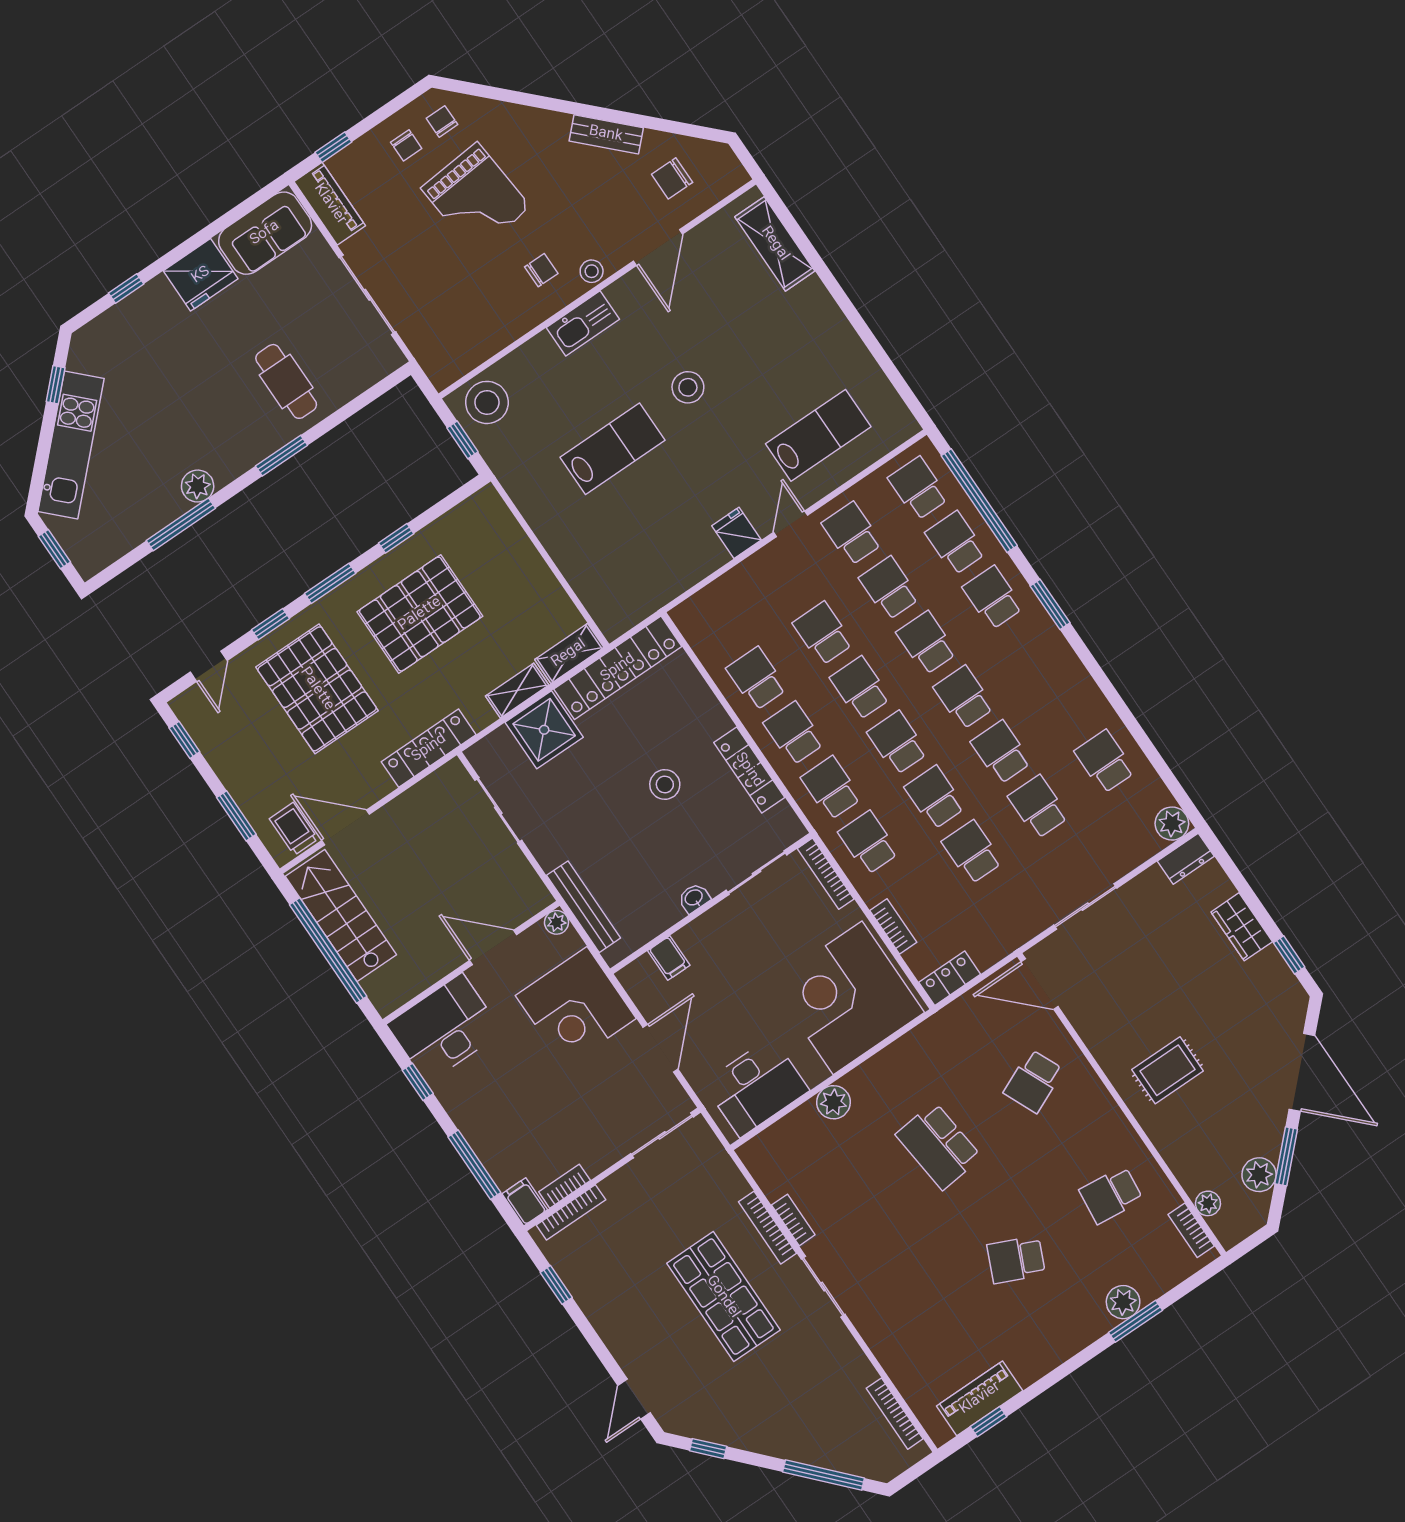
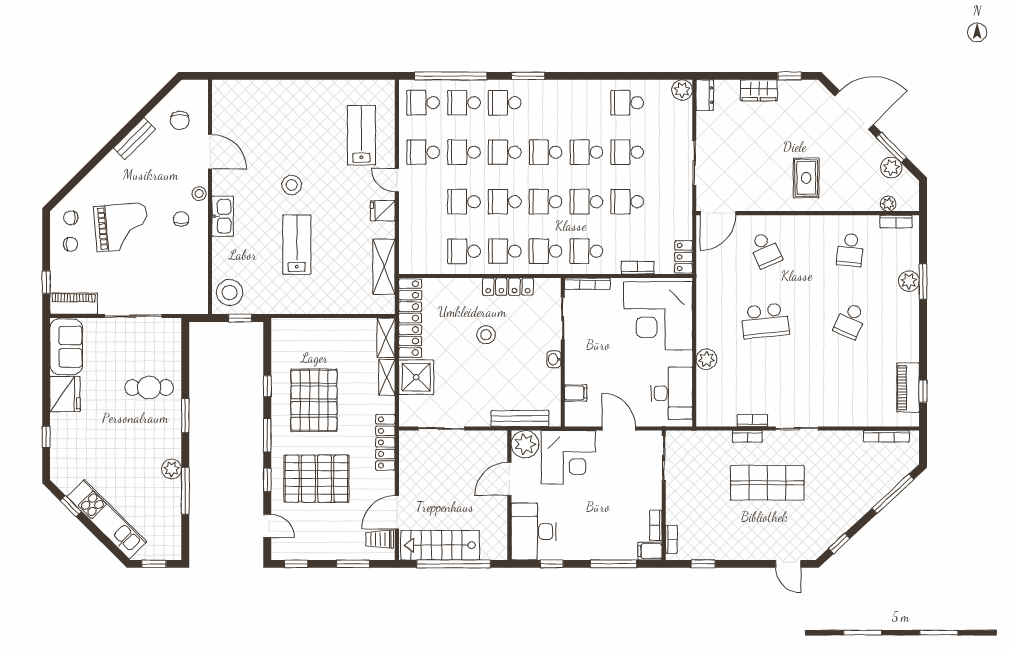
shelving: (775, 244) -> (384, 267), moved, turned 90
plant: (557, 922) -> (525, 444), width x1.87, depth x1.87
bookcase: (571, 1212) -> (671, 539), width x0.64
bookcase: (767, 1228) -> (747, 436), width x0.64

